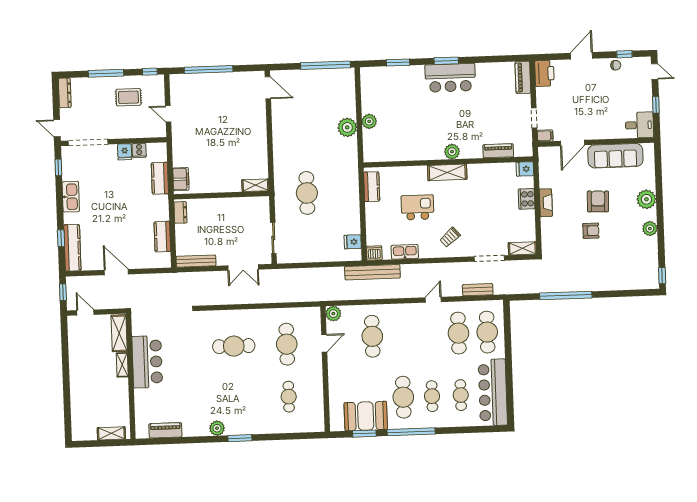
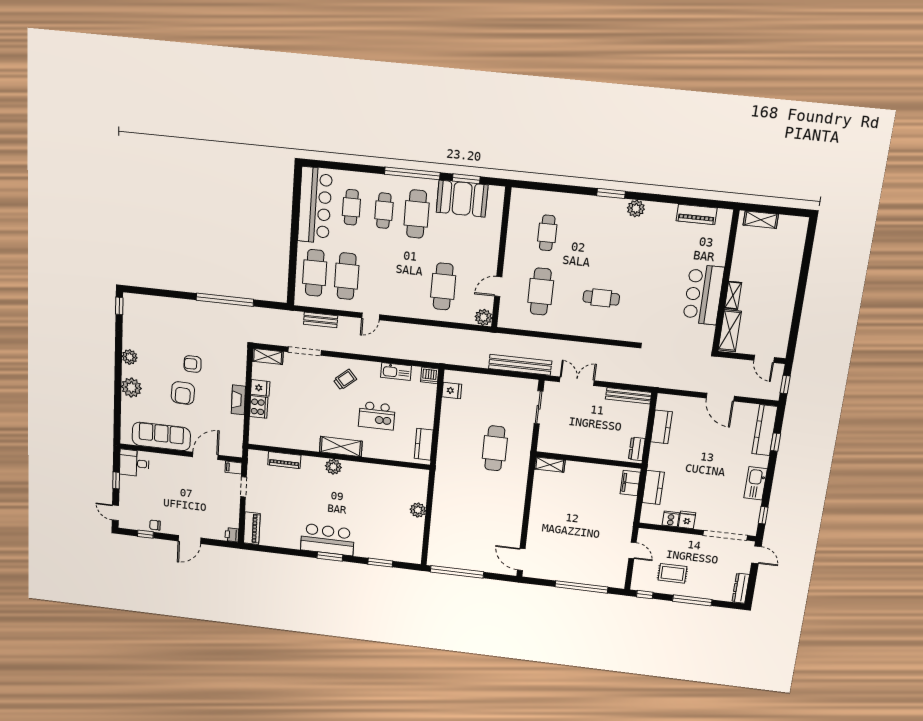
printer: (544, 73) -> (232, 535), width x0.53, depth x0.68
plant: (347, 127) -> (442, 508), removed
fridge: (525, 169) -> (260, 388), moved
bench: (372, 272) -> (520, 365), moved
cafe table: (234, 346) -> (601, 298), width x0.73, depth x0.74

